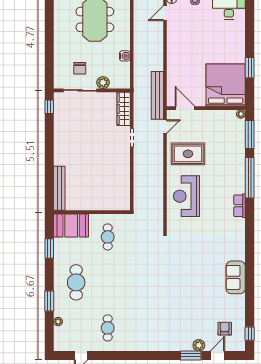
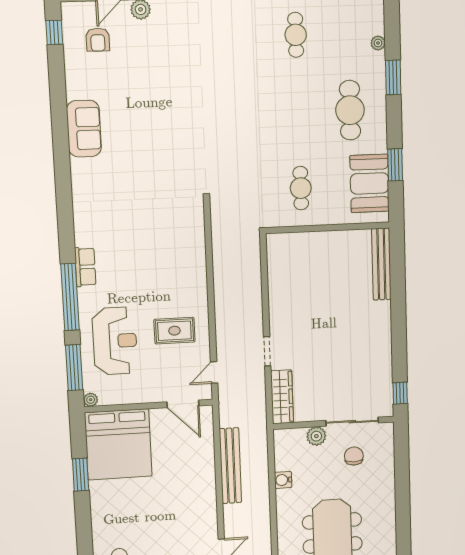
bench: (157, 95) -> (230, 466), moved
rug: (188, 154) -> (174, 331), width x0.73, depth x0.70
reception desk: (186, 196) -> (115, 341), moved
row of seats: (240, 206) -> (85, 267), moved
booth: (71, 225) -> (369, 183), moved, turned 90

